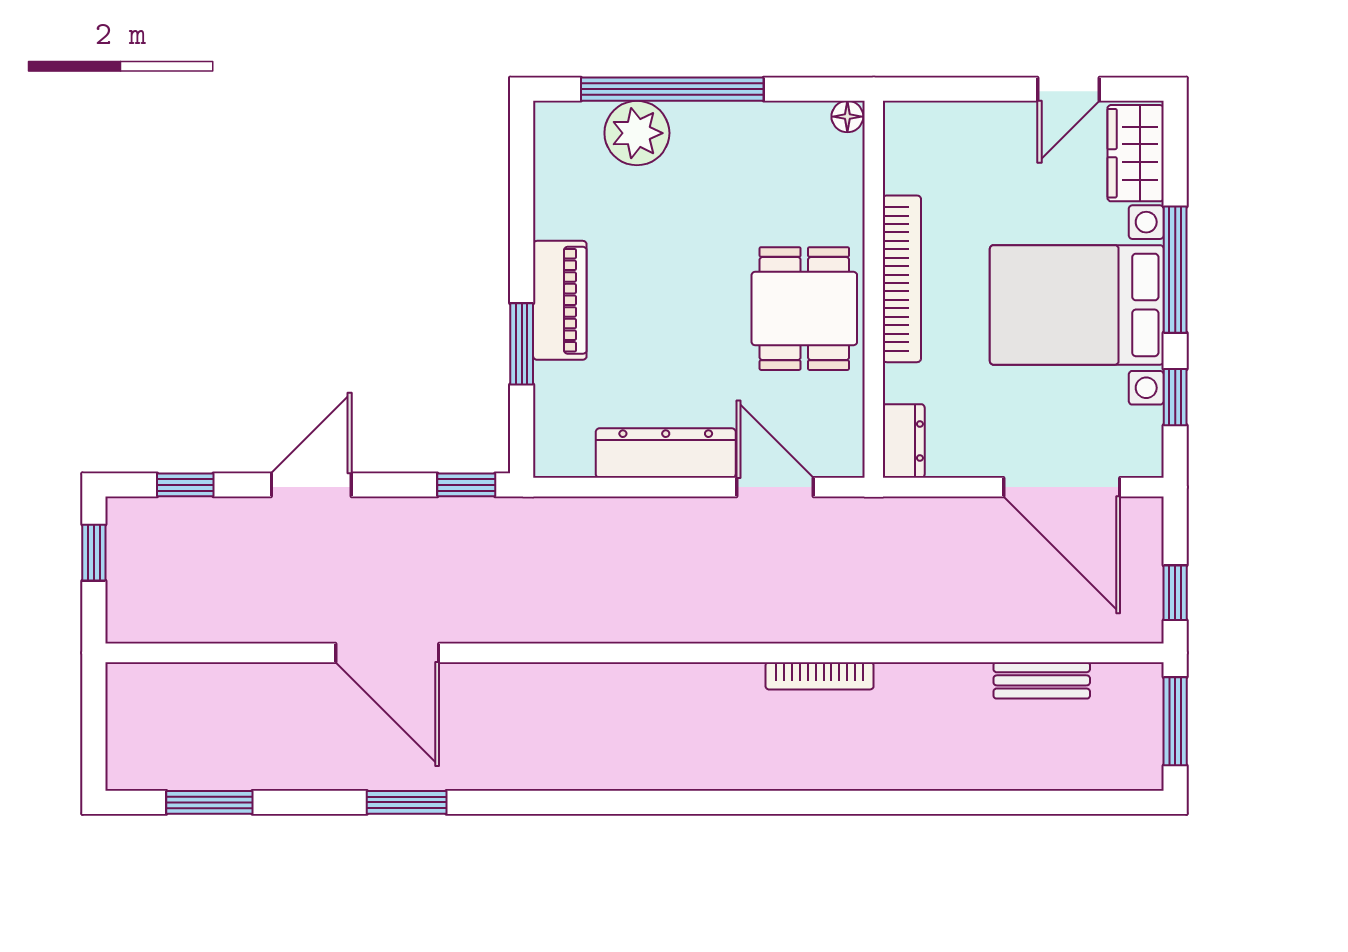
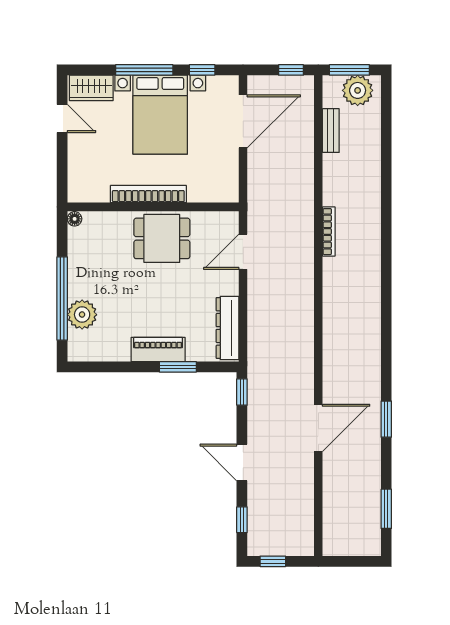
dresser: (904, 441) -> (222, 193), removed
dresser: (666, 453) -> (228, 328), moved
plant: (1130, 739) -> (358, 90), added

